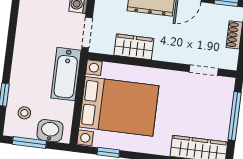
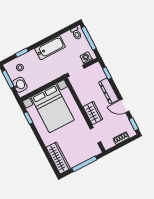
wardrobe: (134, 47) -> (93, 113), moved
bathtub: (66, 74) -> (50, 48), moved, turned 180

